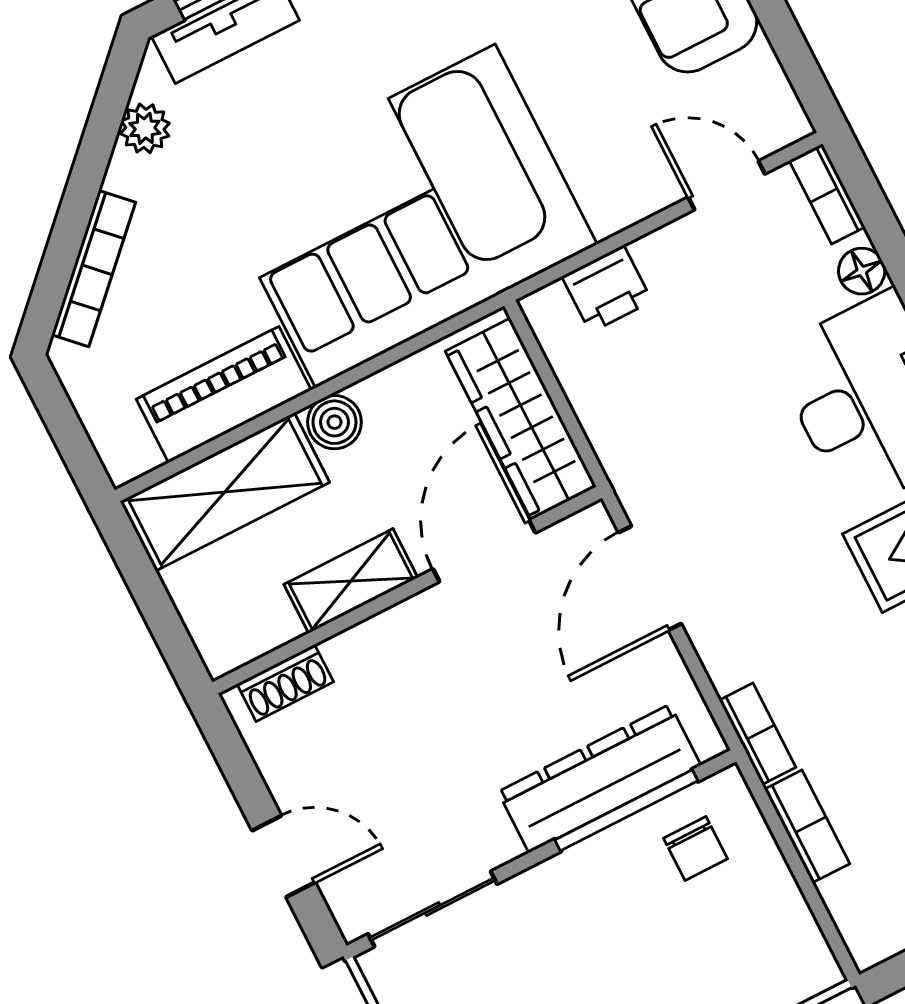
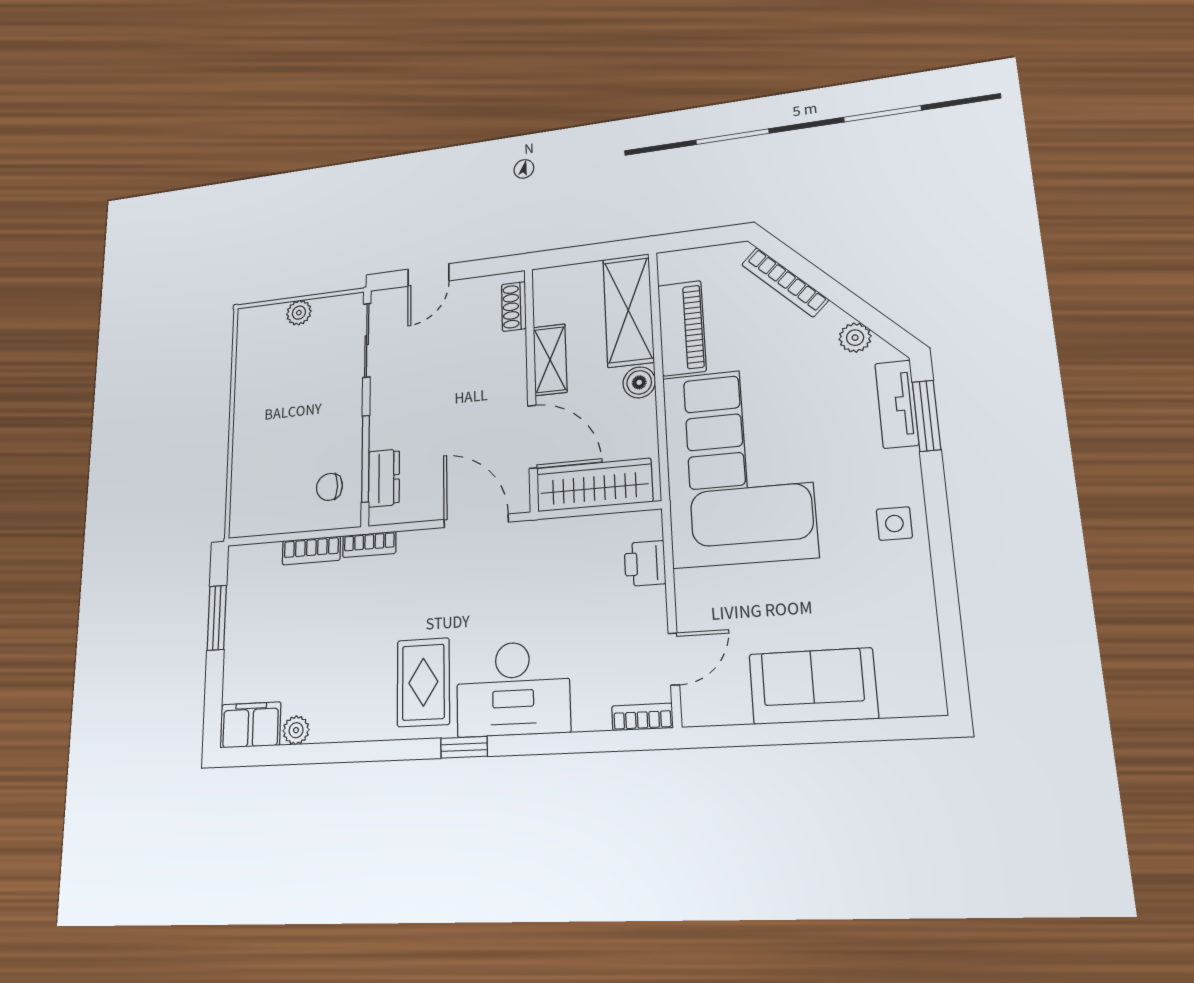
floor lamp: (862, 271) -> (588, 717), removed
dresser: (599, 778) -> (384, 478), width x0.51, depth x0.80

